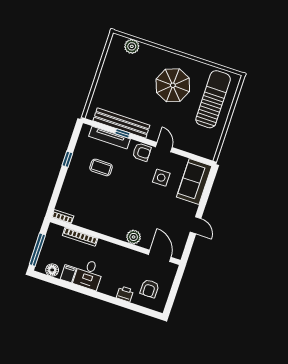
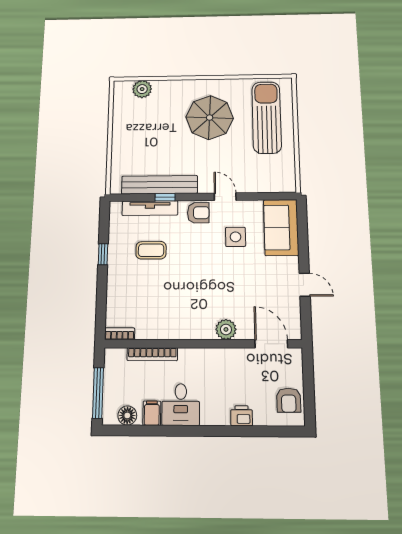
armchair: (149, 289) -> (289, 400), moved

